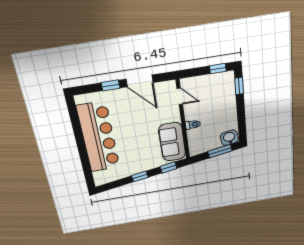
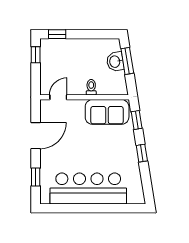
window: (111, 85) -> (36, 177), moved
washbasin: (229, 138) -> (115, 62), moved

